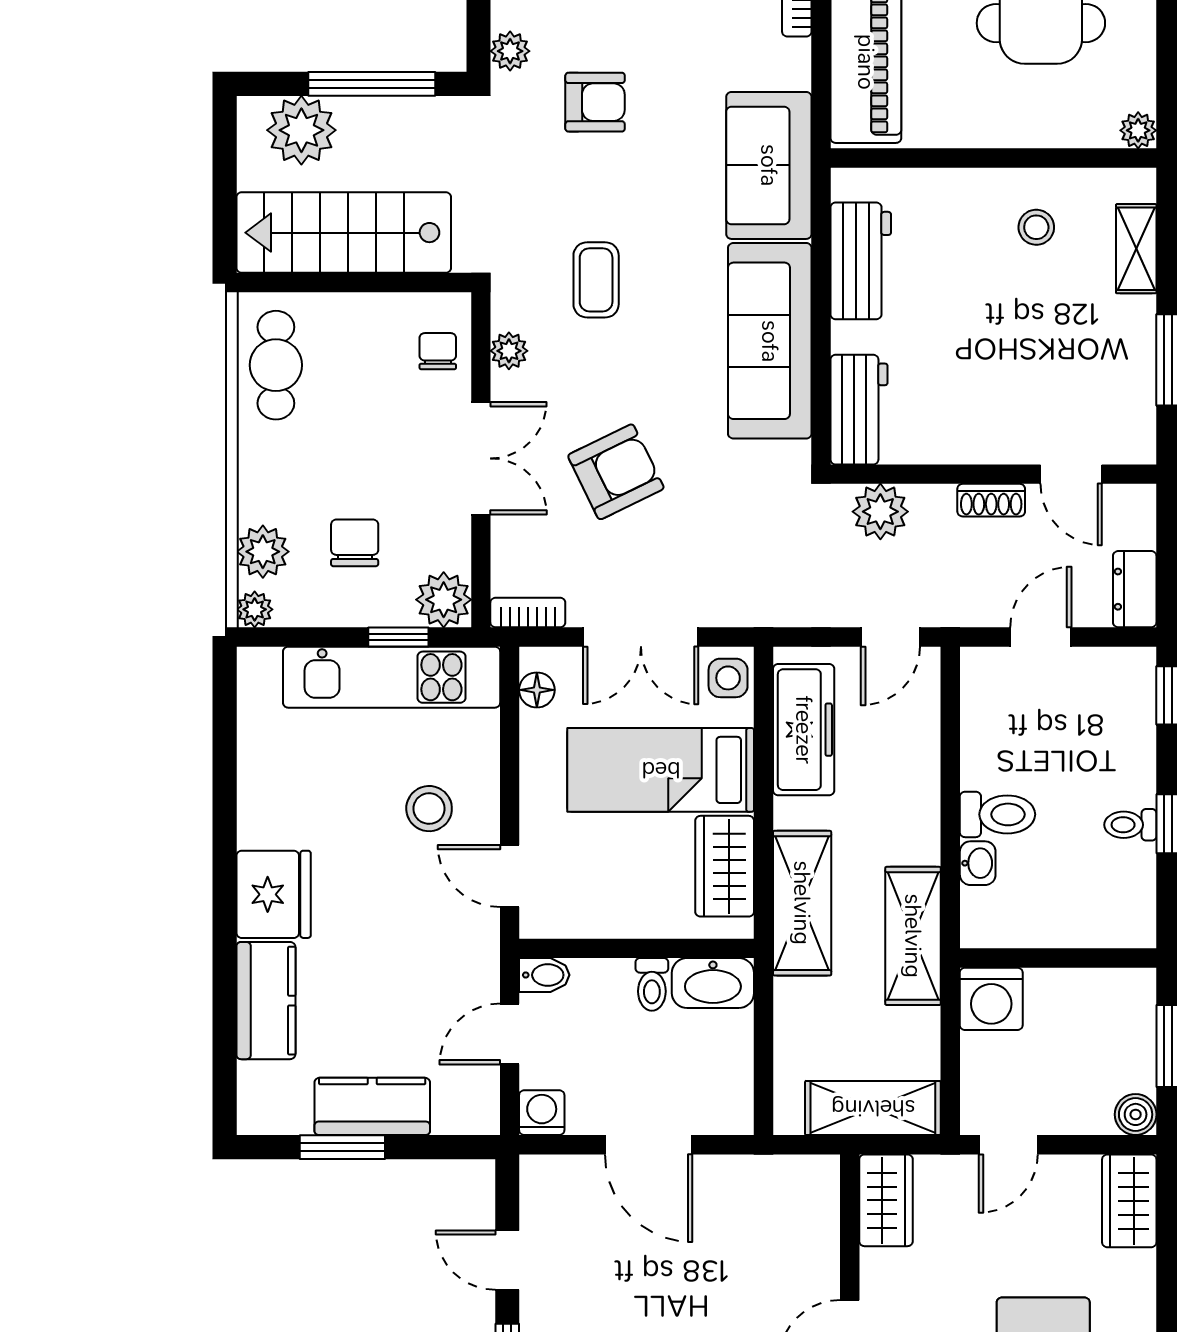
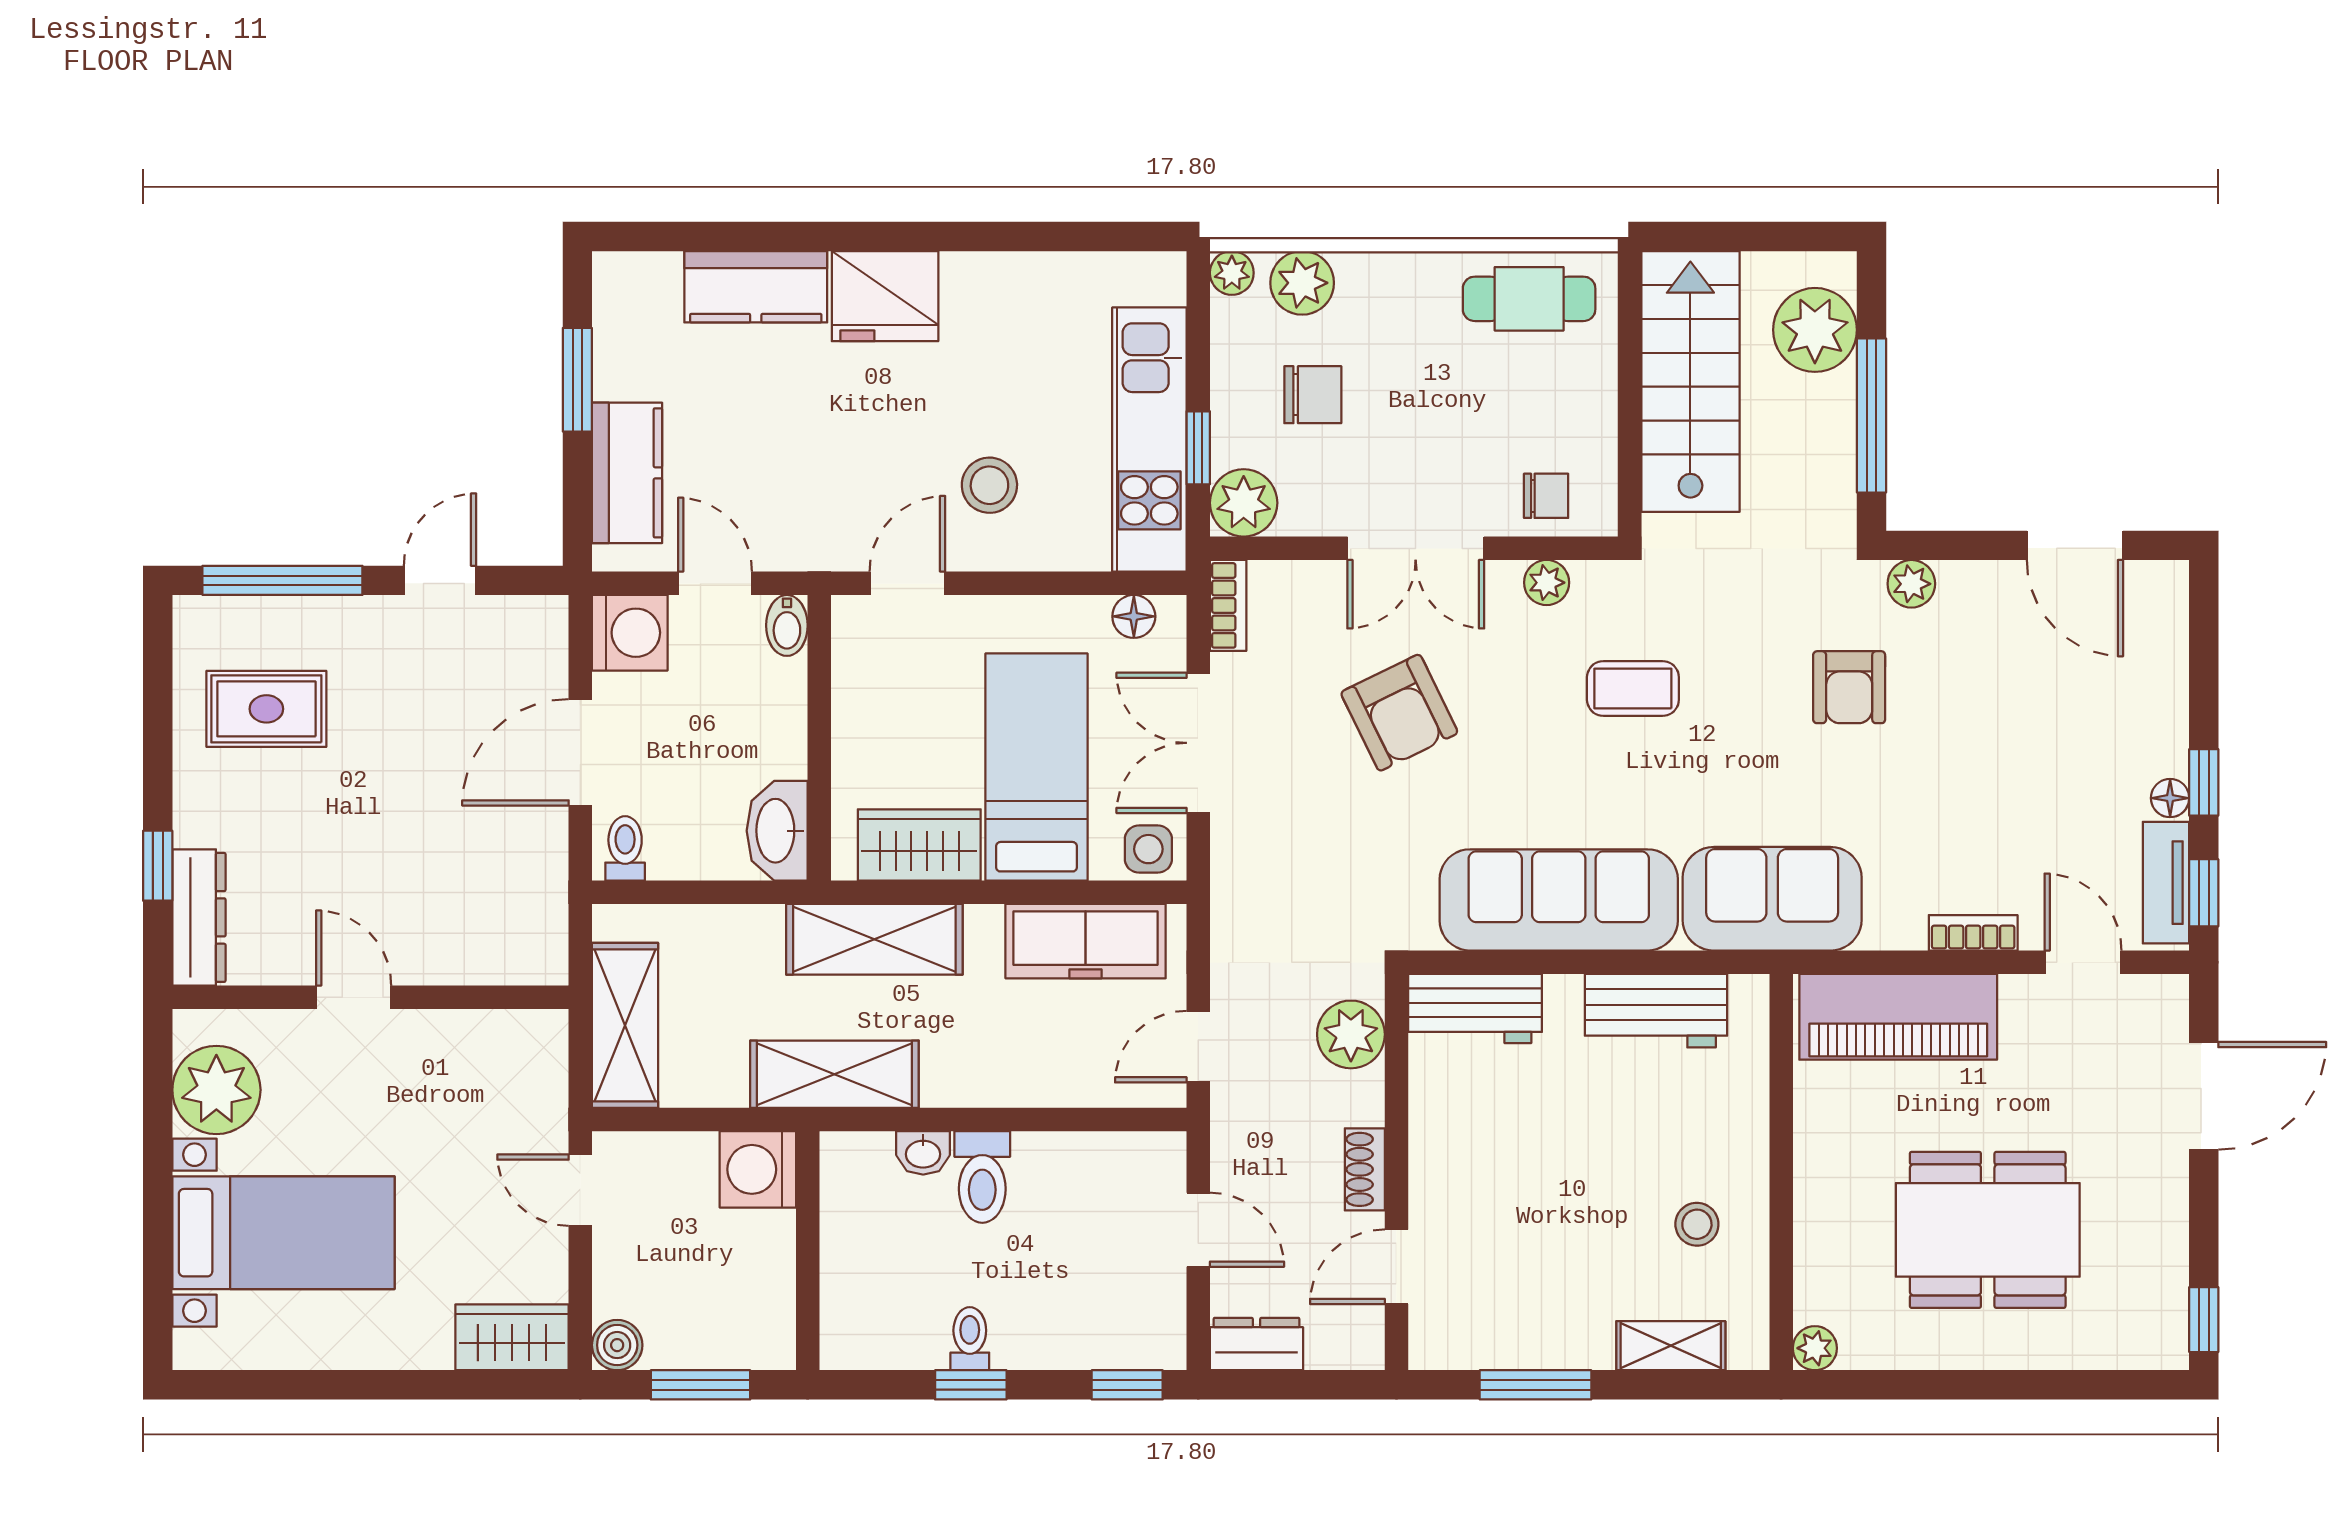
door: (890, 637) -> (1198, 1047), hinge flipped
toilet: (652, 984) -> (625, 848), moved, turned 90
kitchen counter: (372, 1106) -> (627, 473), moved
washing machine: (542, 1113) -> (630, 633), width x1.38, depth x1.38
wardrobe: (886, 1200) -> (513, 1041), removed

